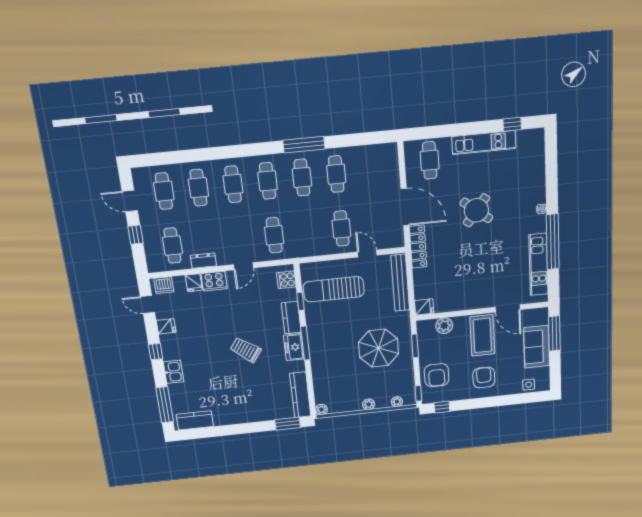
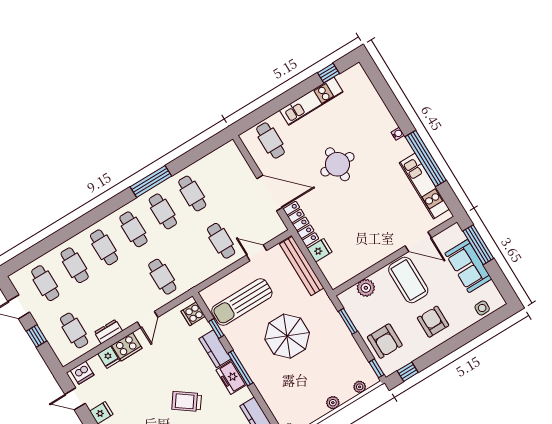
round table: (476, 210) -> (337, 164), turned -38
fridge: (424, 307) -> (319, 250), moved
parasol: (379, 348) -> (287, 336), moved

